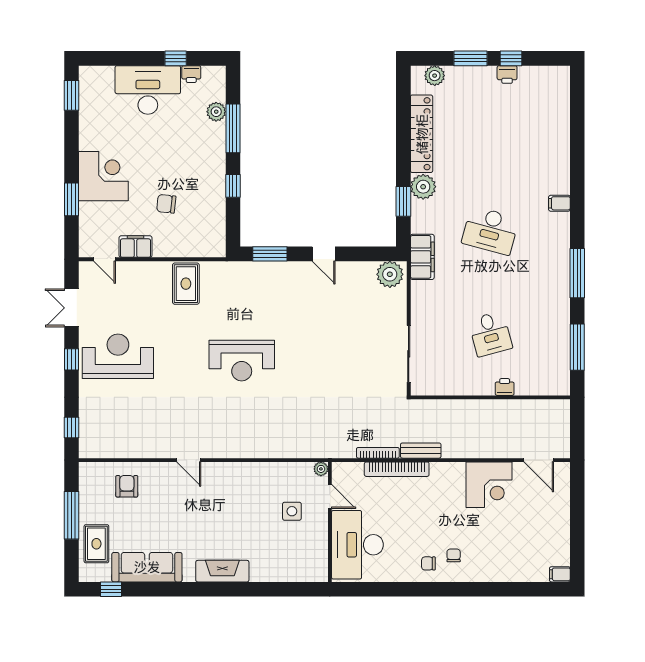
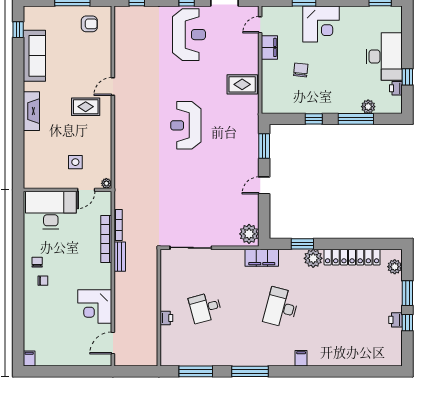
armchair: (127, 486) -> (89, 24), moved
rug: (96, 544) -> (86, 107), moved

